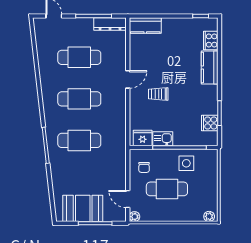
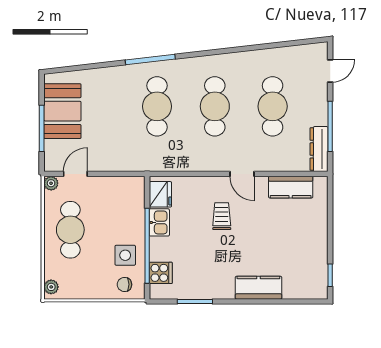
kitchen counter: (145, 26) -> (291, 187), moved, turned -90
cooker: (211, 40) -> (296, 289), removed
cooker: (210, 123) -> (161, 273), moved, turned 90
chair: (144, 167) -> (124, 284), moved
cafe table: (167, 189) -> (70, 230), moved

